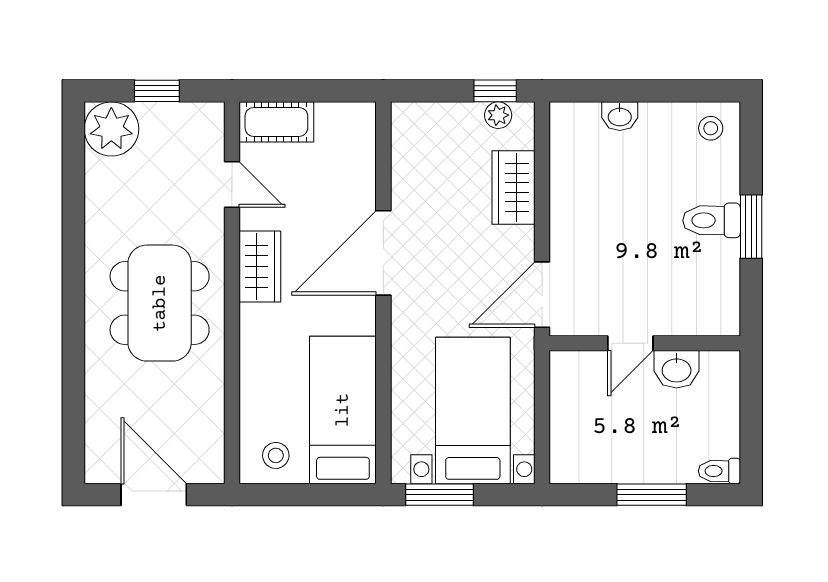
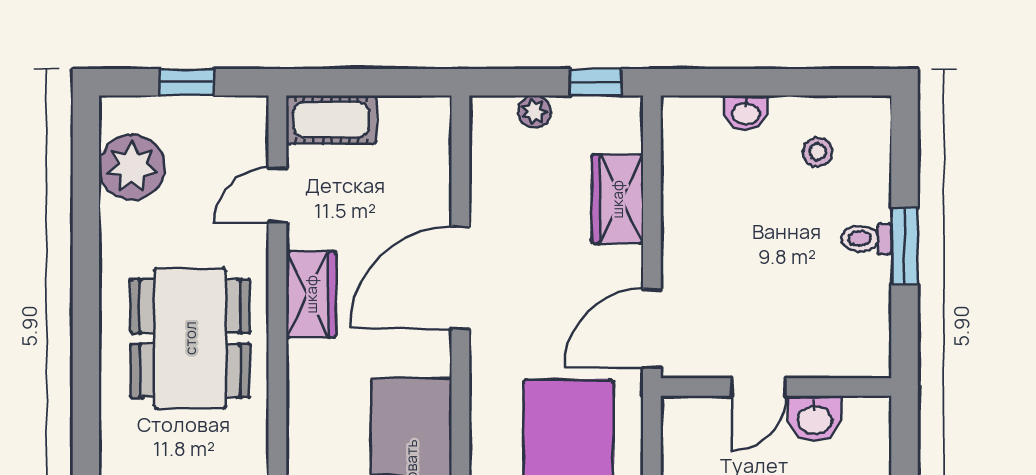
plant: (498, 115) -> (534, 112), moved
stool: (711, 128) -> (818, 152), moved
plant: (111, 129) -> (132, 167), moved
door: (232, 184) -> (277, 195), swing flipped
toilet: (712, 220) -> (866, 239), width x0.73, depth x0.72

